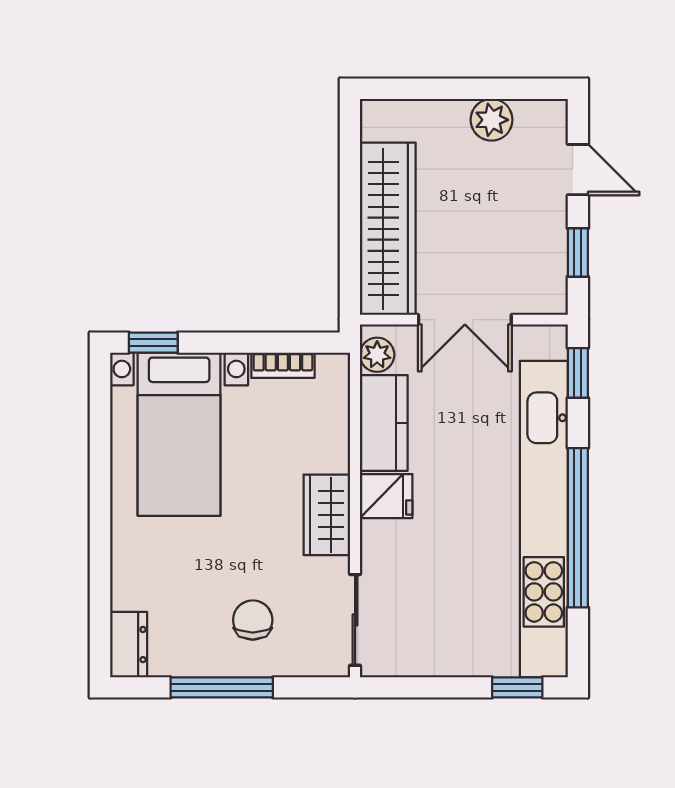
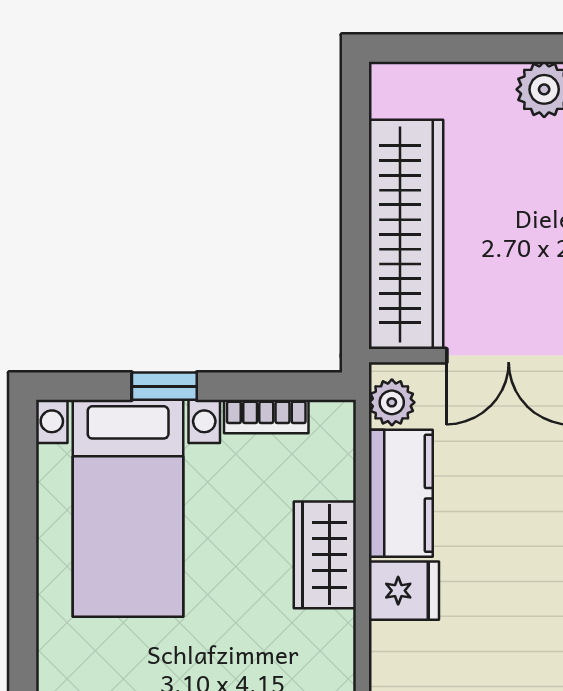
window: (153, 343) -> (164, 386), moved
wardrobe: (327, 515) -> (325, 555), moved

